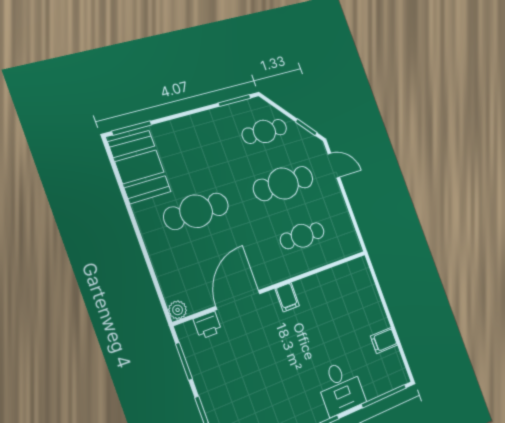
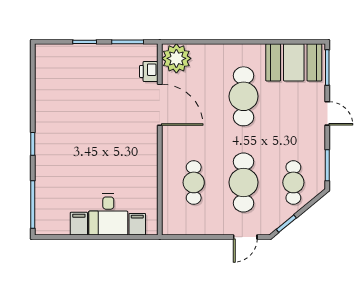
door: (181, 115) -> (327, 113), added
filing cabinet: (287, 297) -> (137, 224), moved, turned 90
plant: (178, 310) -> (176, 58), width x1.88, depth x1.88
desk: (340, 388) -> (108, 214), moved, turned -90

